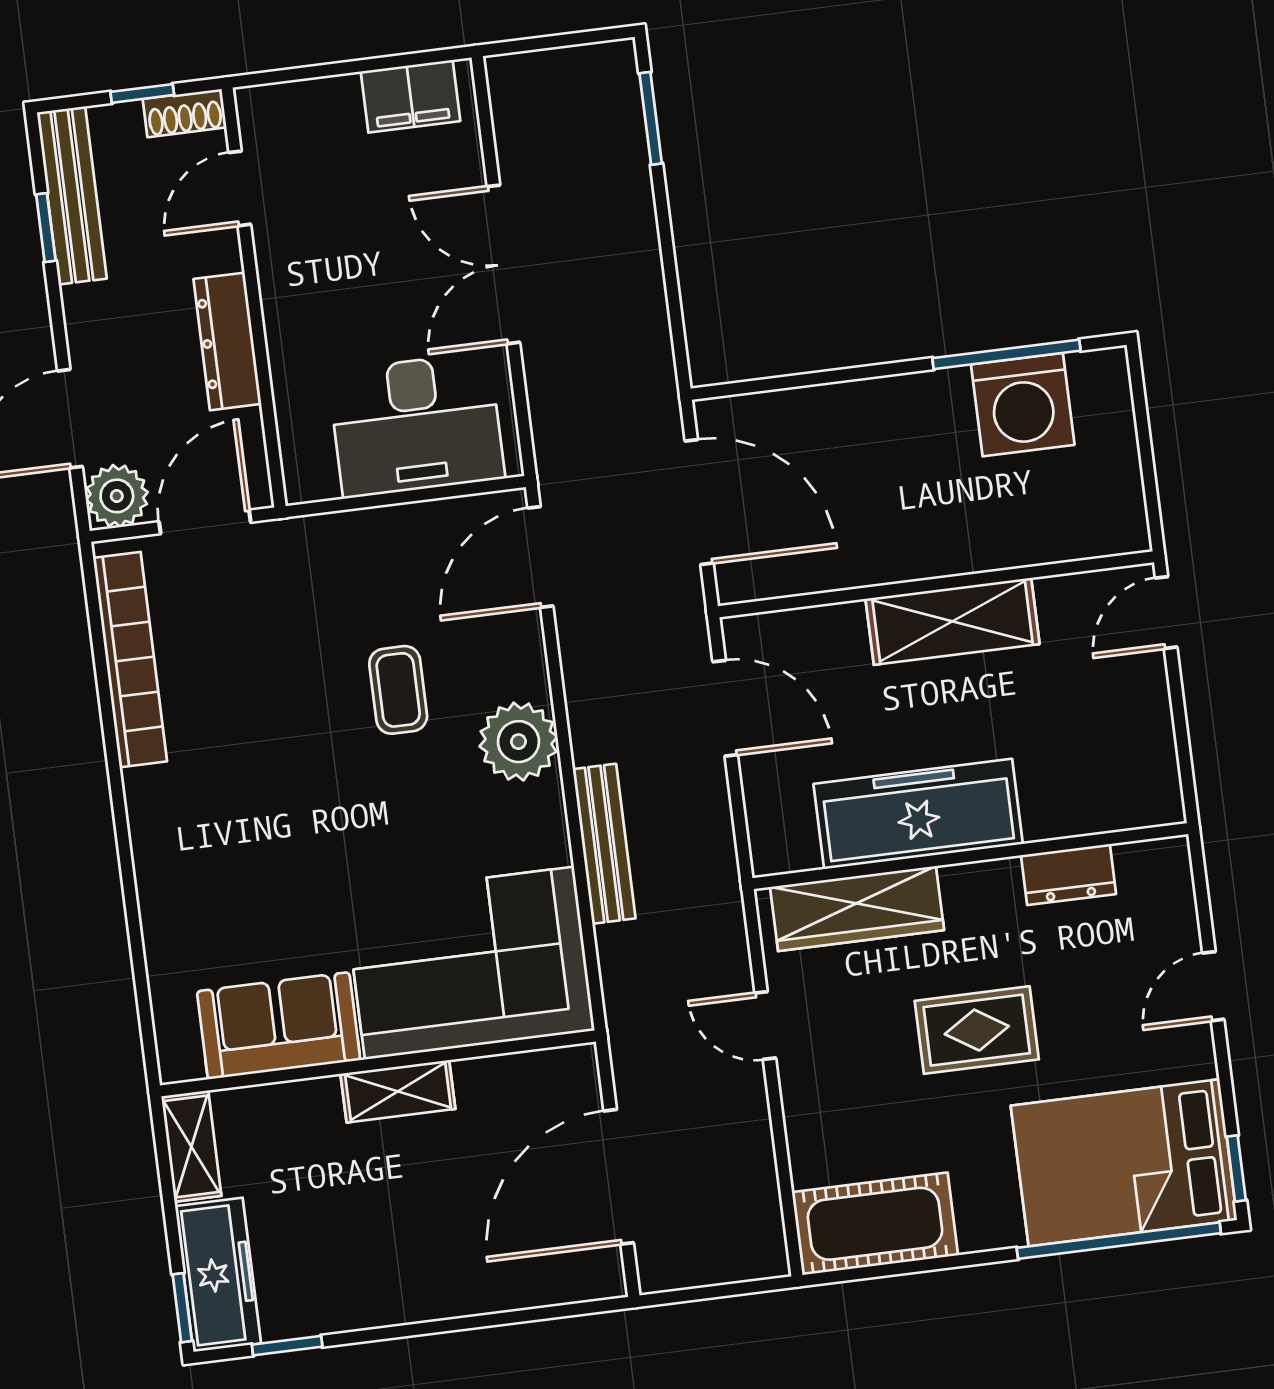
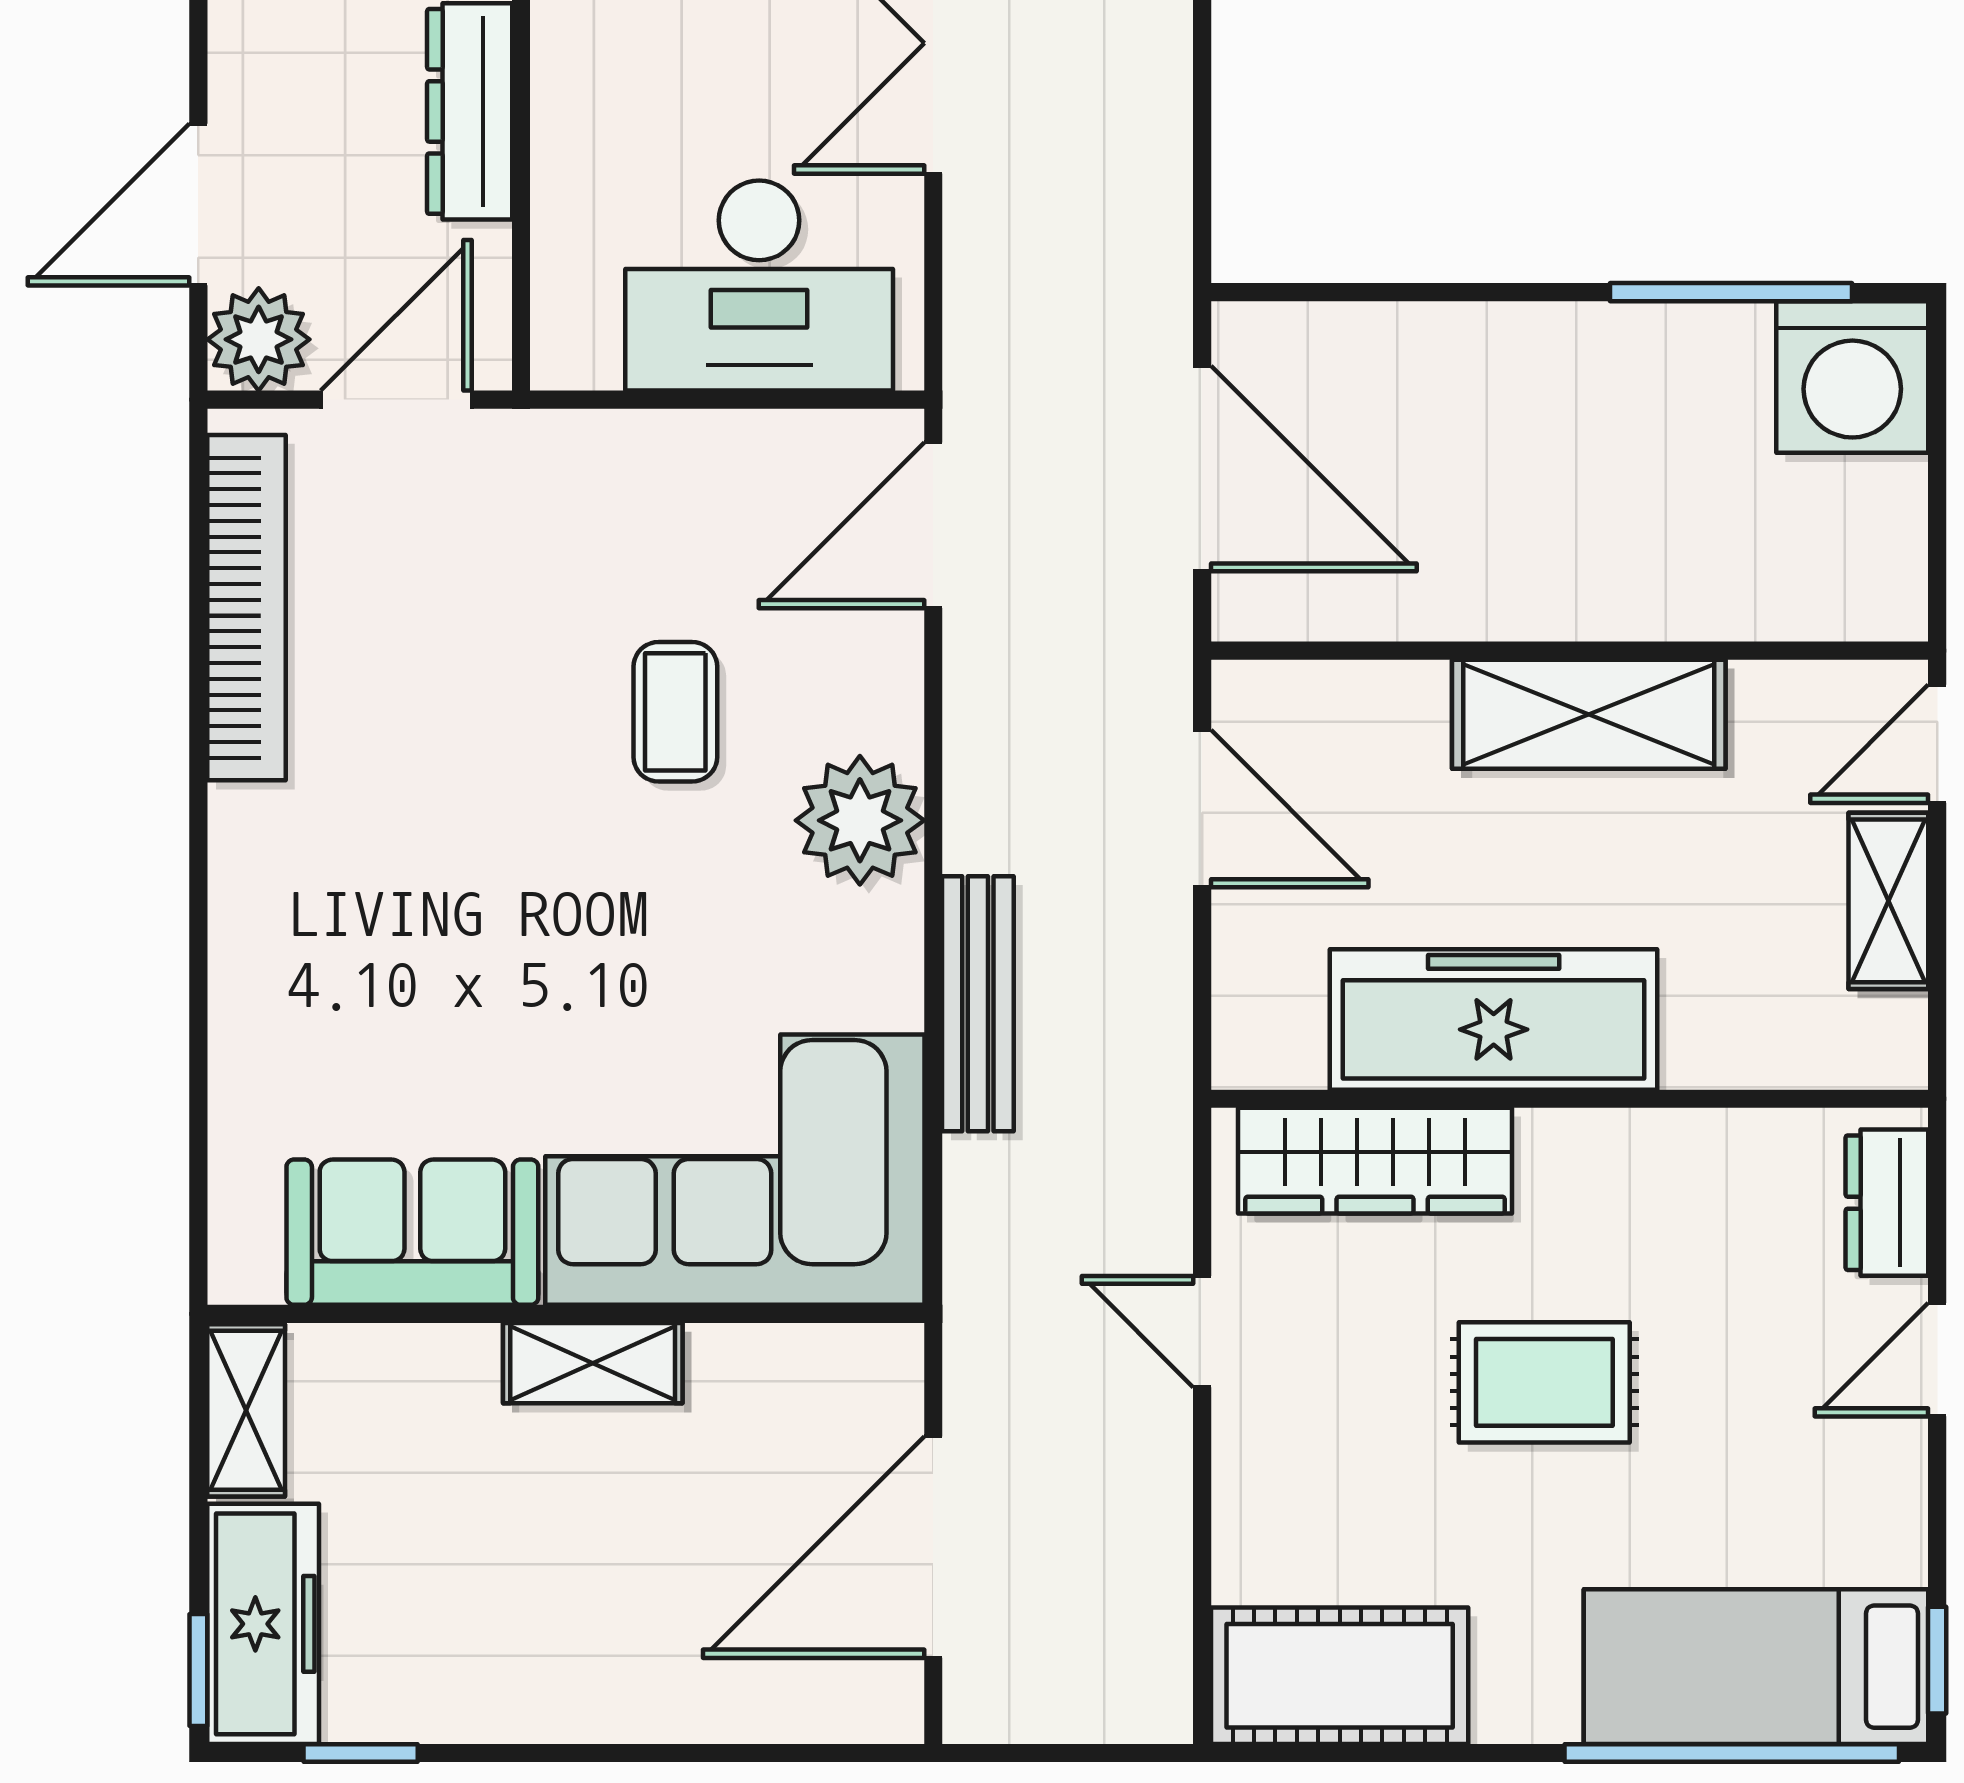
washing machine: (1023, 405) -> (1852, 377), moved
shelving: (1149, 712) -> (1888, 901), added
dresser: (1068, 875) -> (1887, 1203), moved, turned 90
bed: (1124, 1163) -> (1756, 1667), width x0.67

